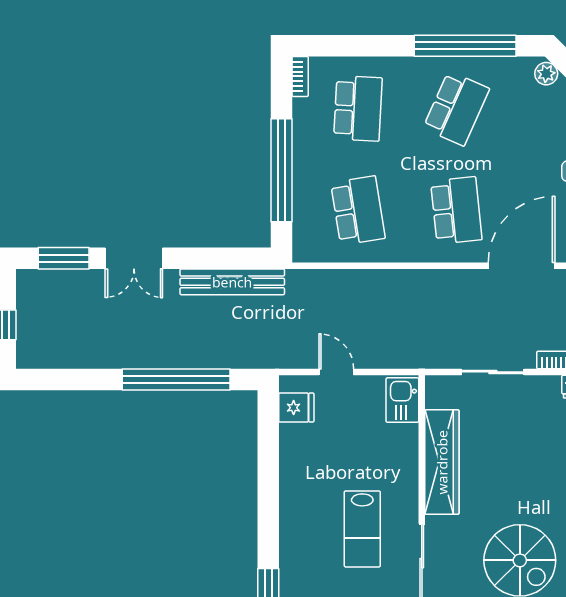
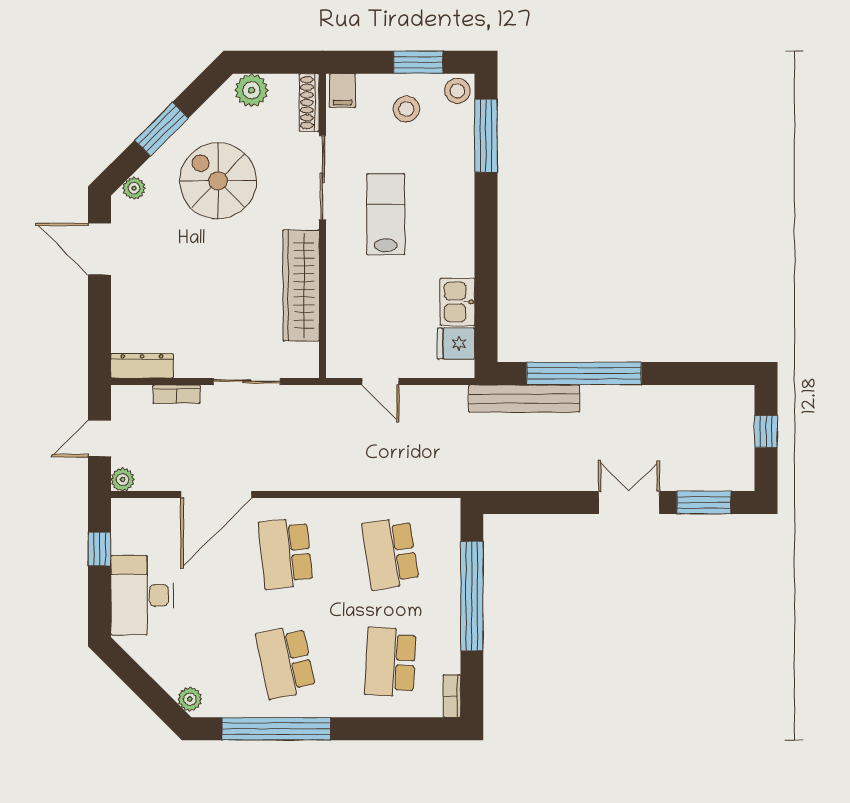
school desk: (456, 108) -> (286, 662), turned -36
bench: (232, 282) -> (524, 399), moved
door: (336, 372) -> (380, 381), moved
kitchen sink: (402, 400) -> (457, 302), moved, turned 180

